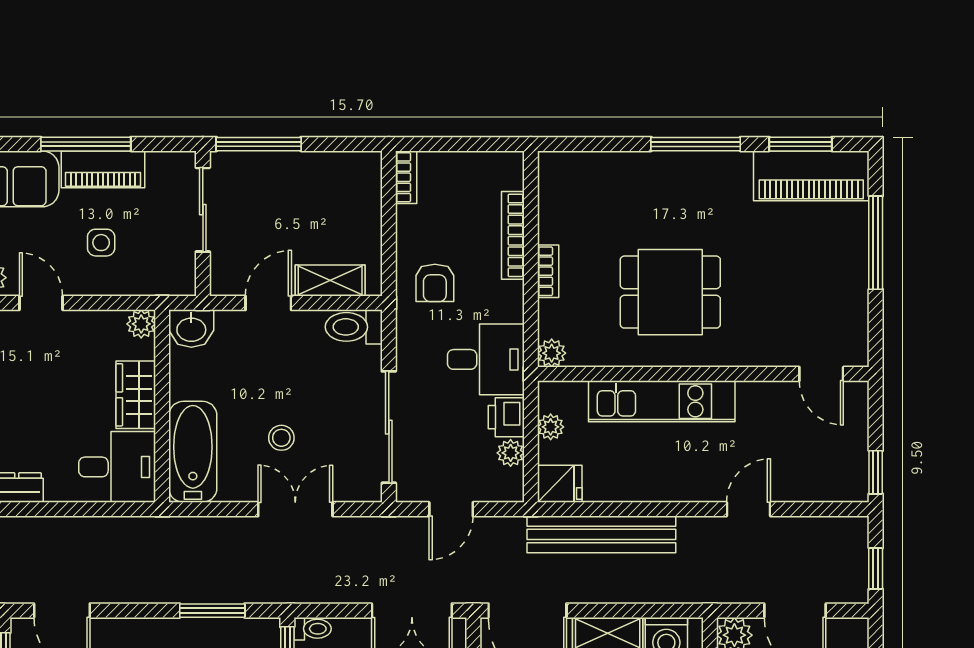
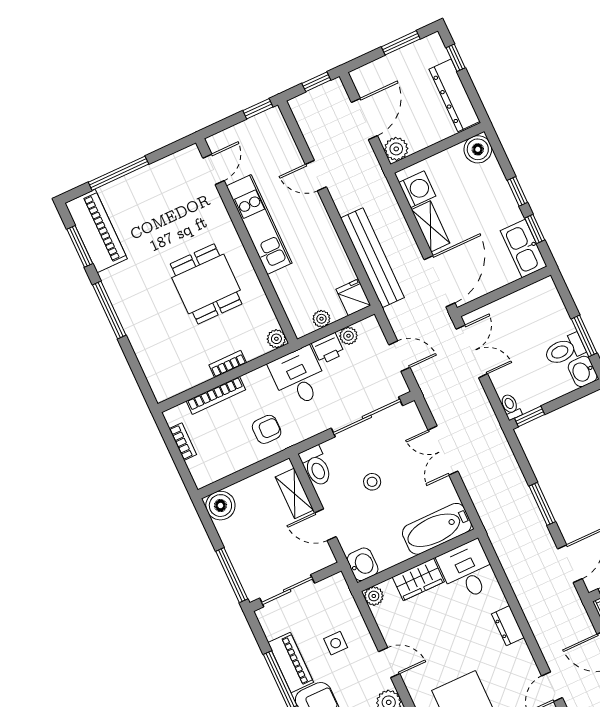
boiler: (360, 172) -> (220, 506), added
bookcase: (406, 177) -> (183, 442), moved, turned 90
door: (41, 303) -> (389, 663), swing flipped
kitchen unit: (662, 401) -> (259, 225), moved
stool: (281, 438) -> (372, 482), moved
window: (212, 611) -> (542, 504), moved

